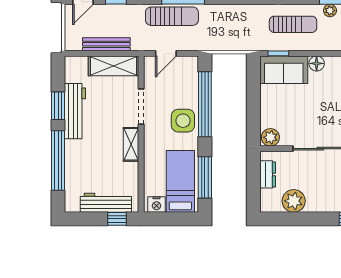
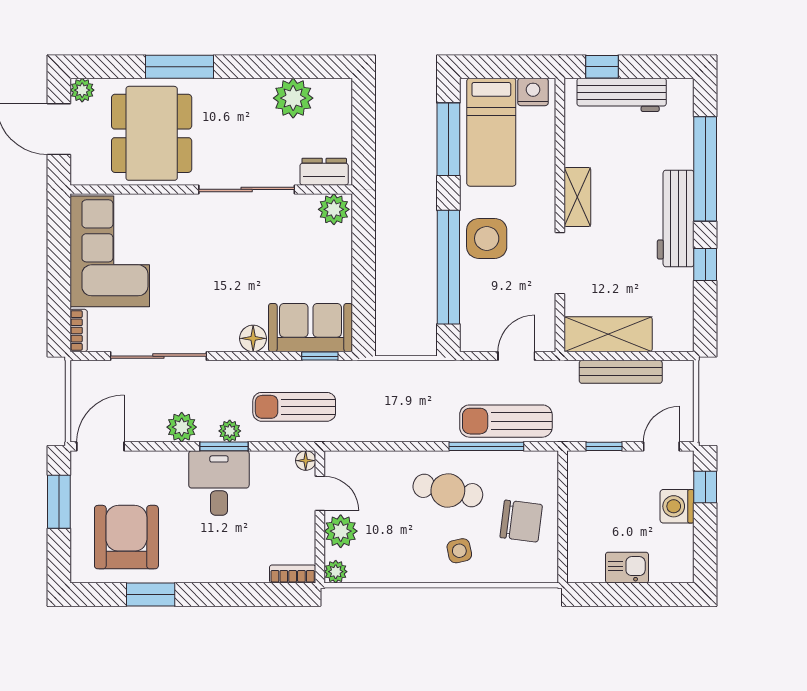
window: (58, 106) -> (705, 264), width x0.67
workbench: (75, 111) -> (676, 218), moved
dresser: (268, 174) -> (324, 172), moved, turned 90

